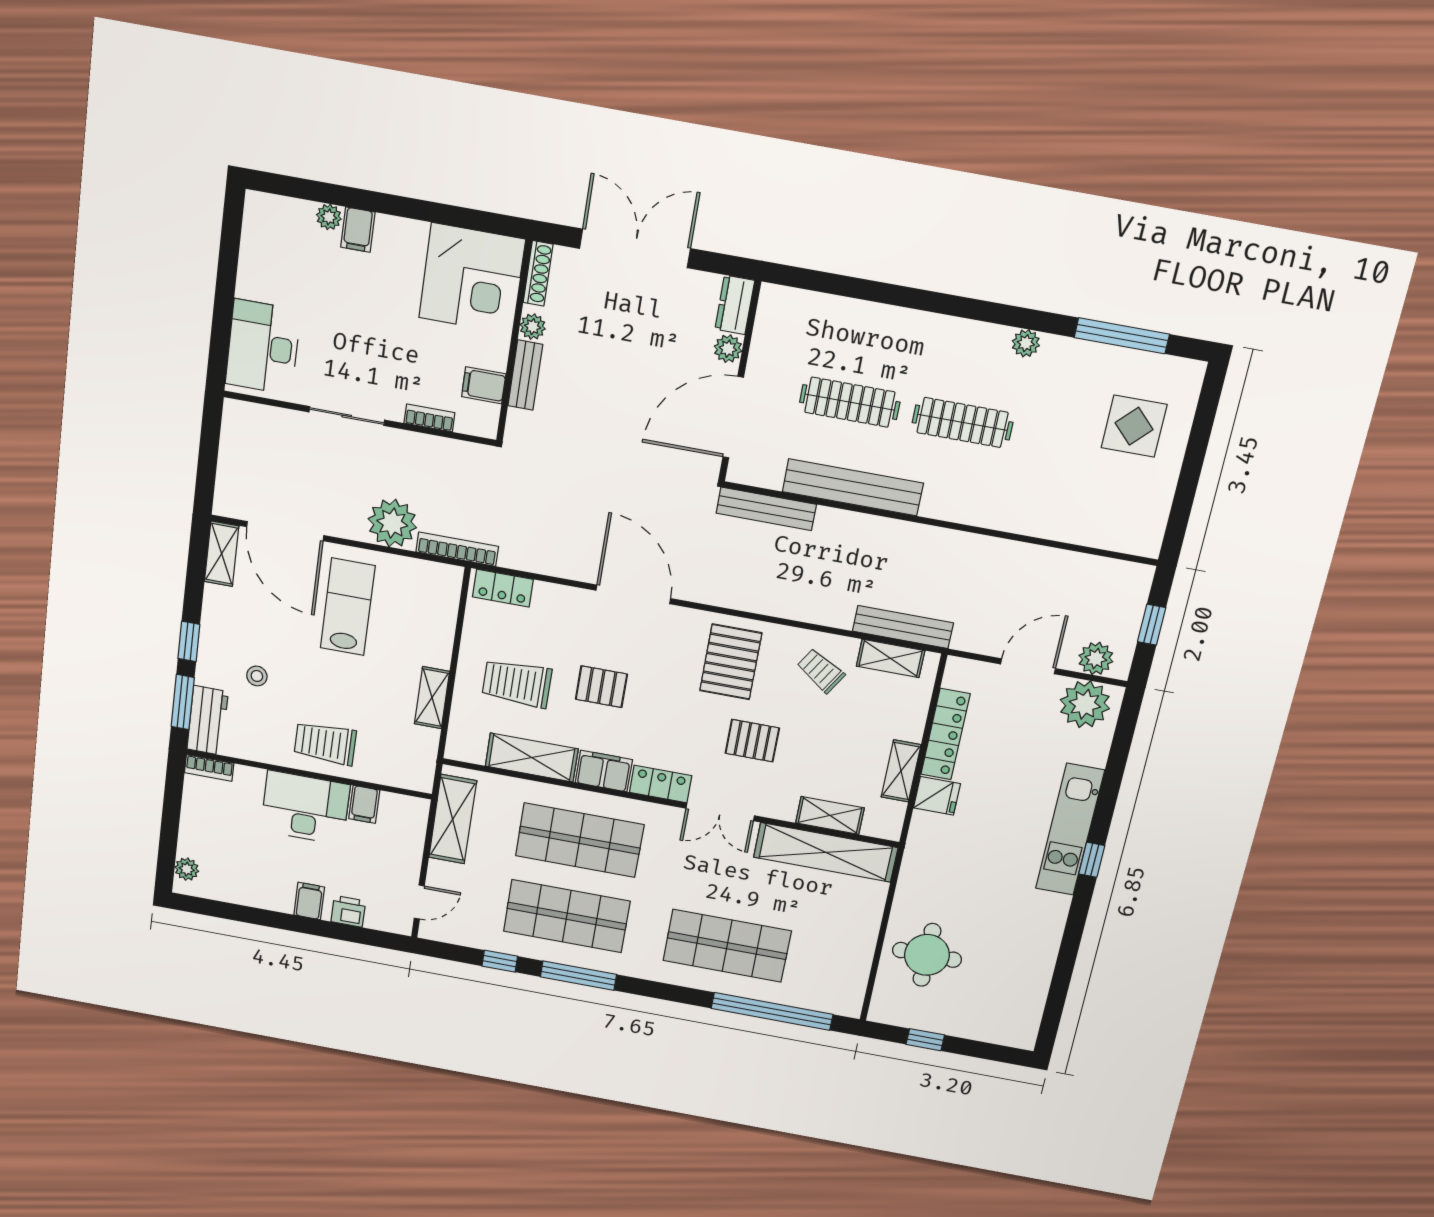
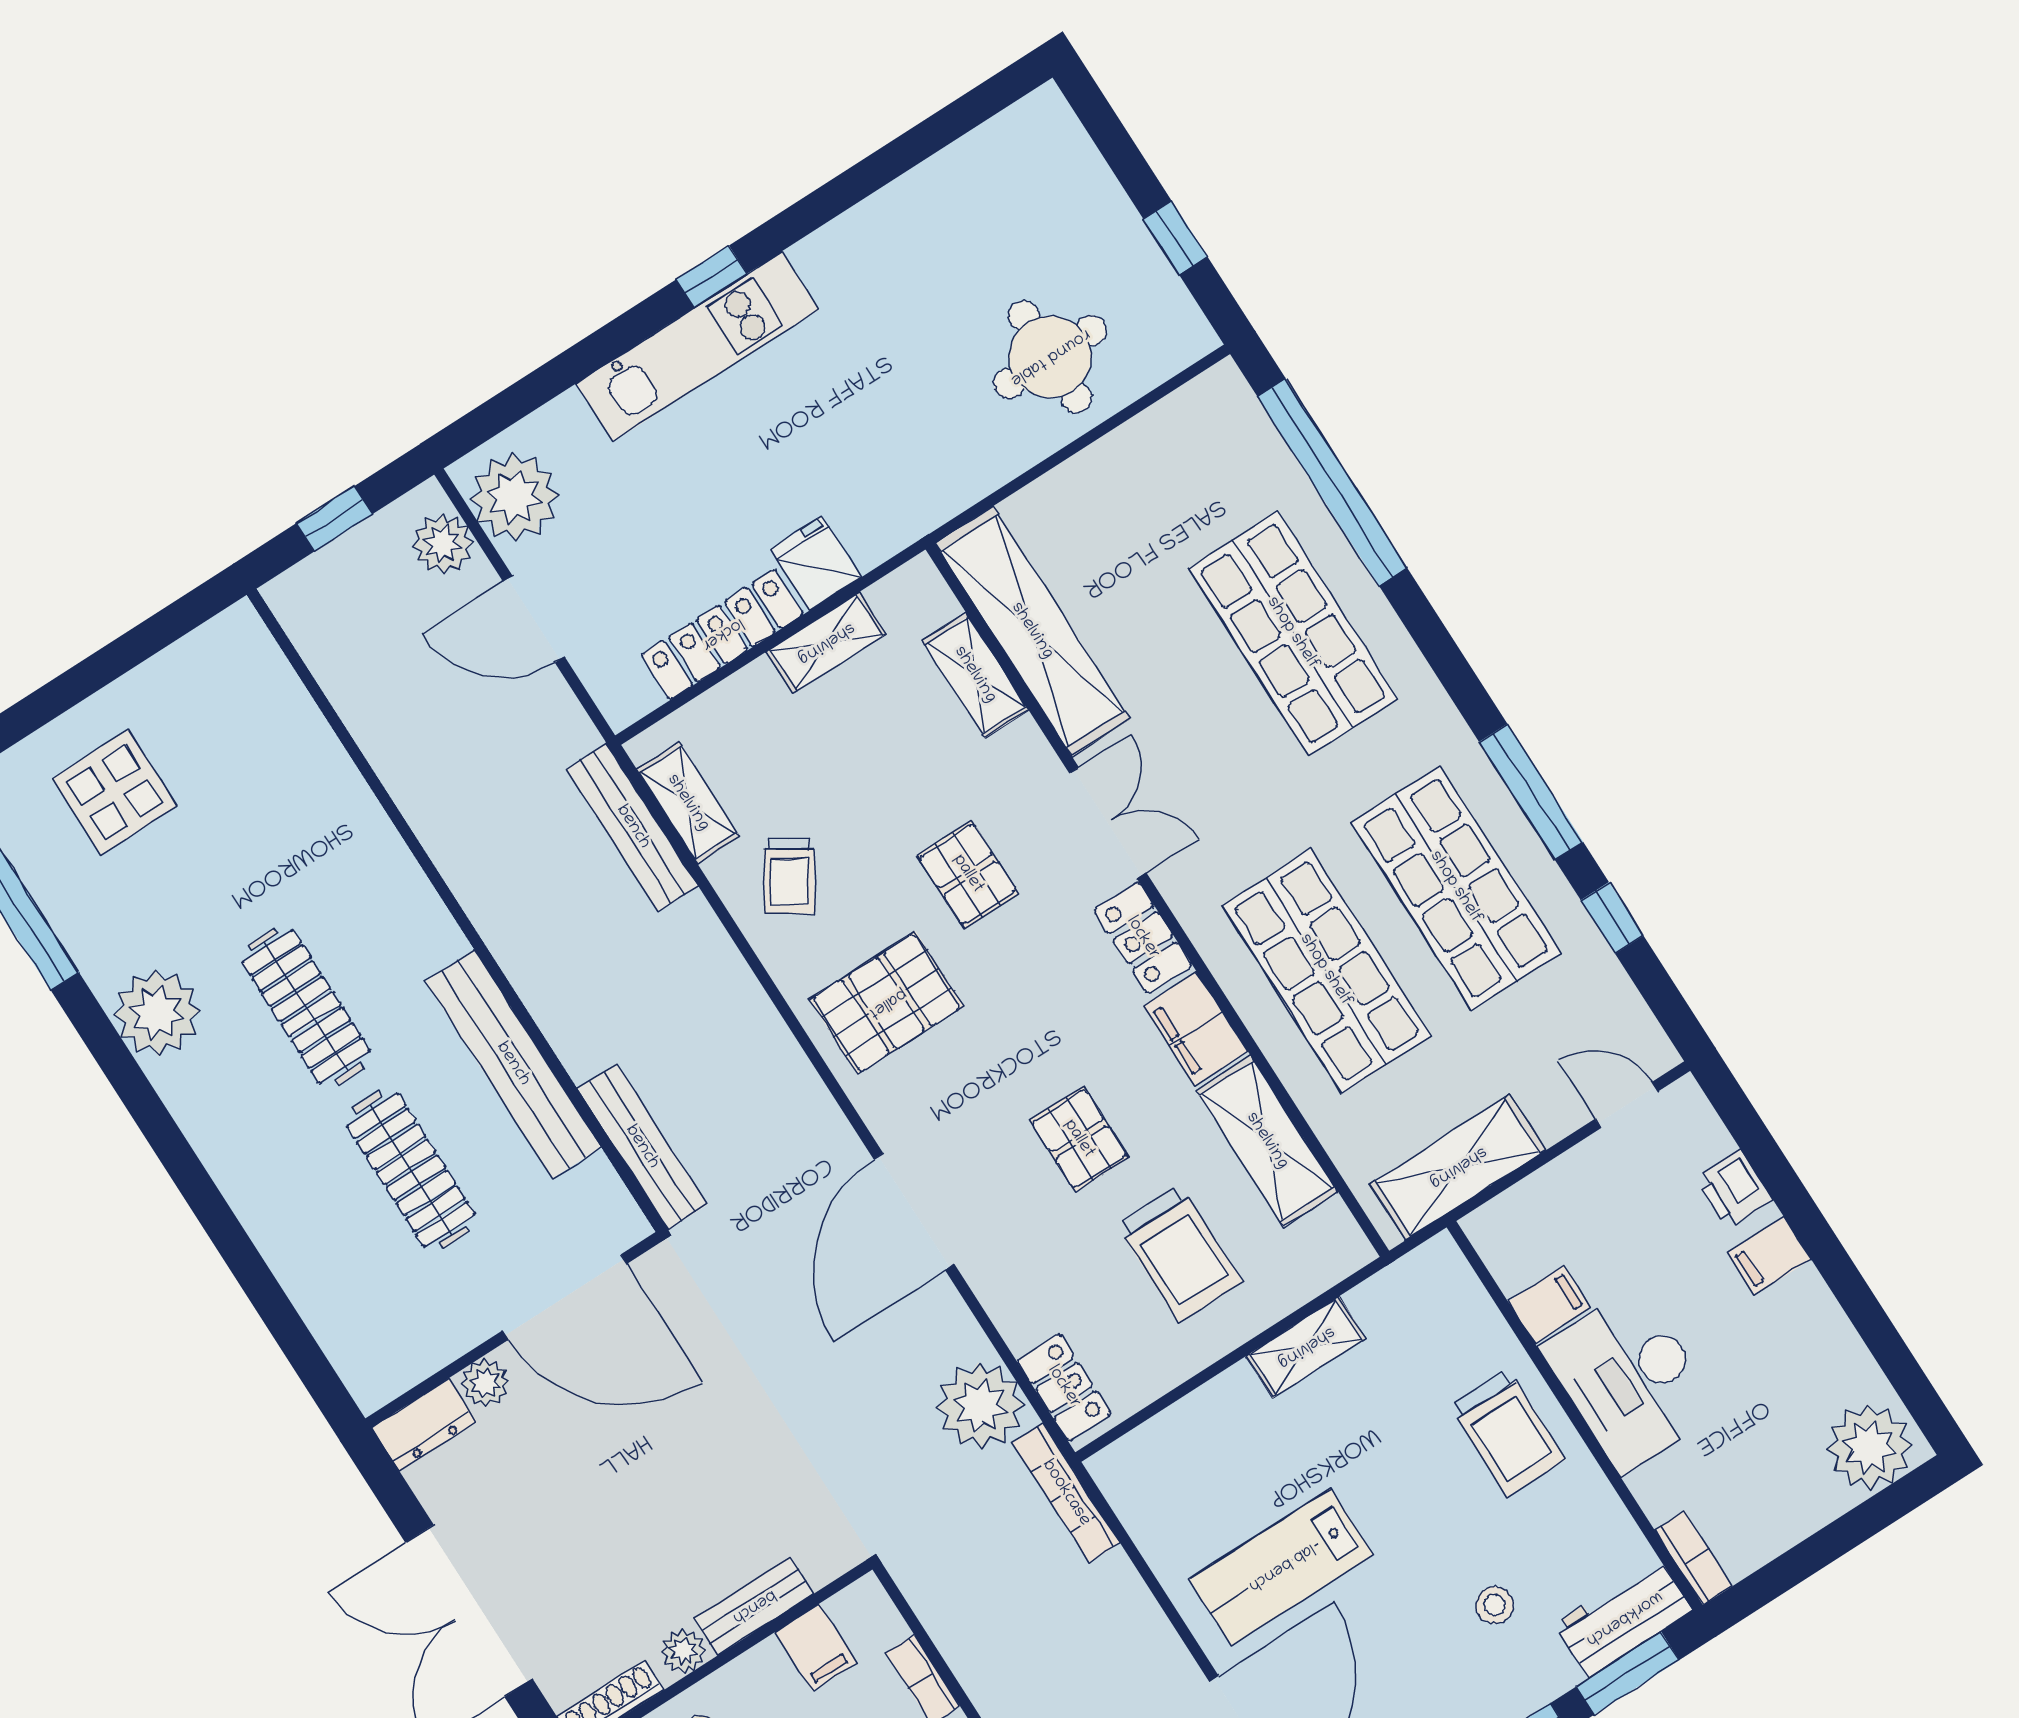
plant: (1026, 343) -> (157, 1013), width x1.88, depth x1.88
plant: (392, 523) -> (980, 1406), moved
plant: (187, 869) -> (1870, 1447), width x1.87, depth x1.87

